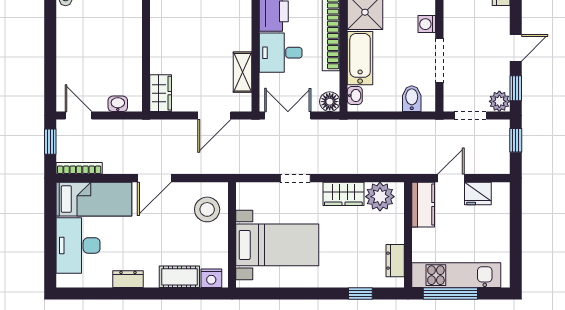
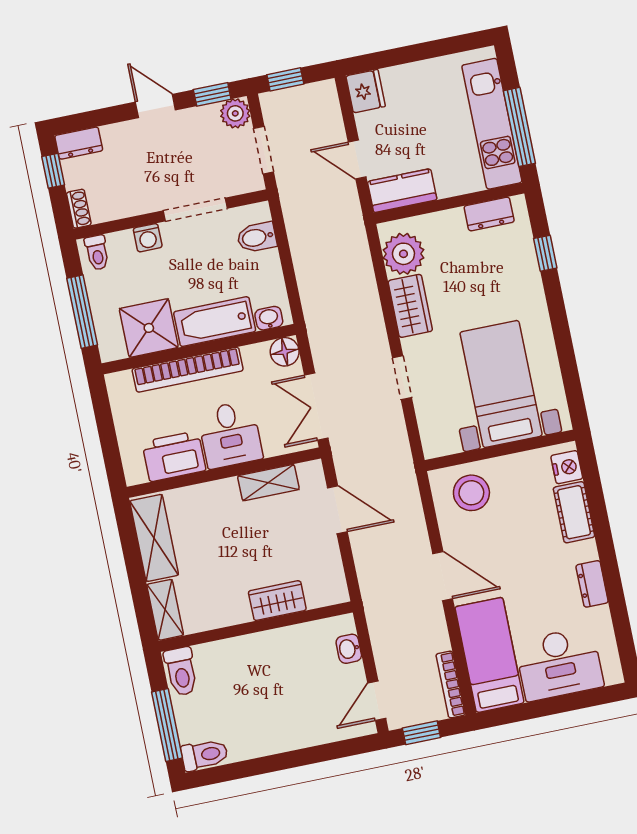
wardrobe: (161, 93) -> (277, 601), moved
fridge: (478, 193) -> (366, 91), moved

